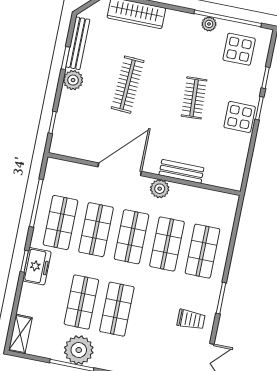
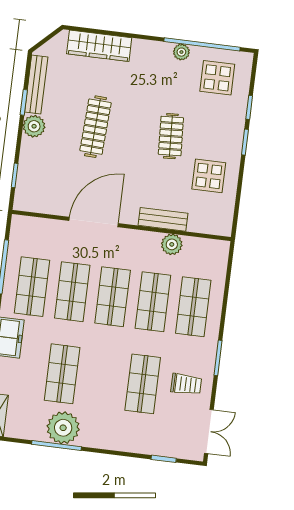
display table: (240, 117) -> (209, 176), moved
plant: (160, 189) -> (172, 244), moved
shop shelf: (117, 309) -> (143, 384), moved

